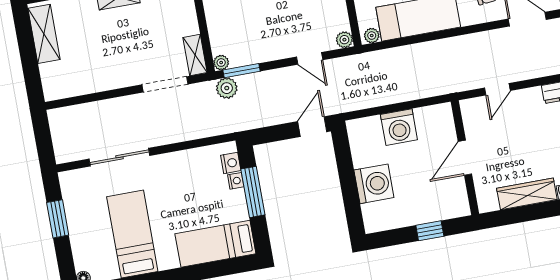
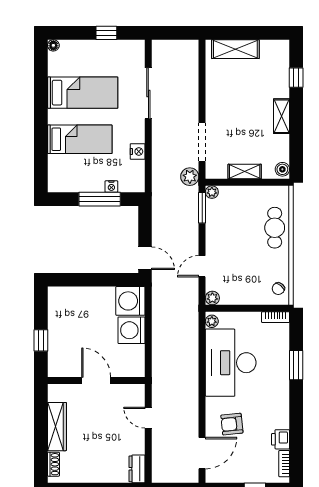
shelving: (44, 34) -> (235, 49), moved
shelving: (195, 55) -> (245, 172), moved
plant: (227, 88) -> (190, 177), moved
nightstand: (231, 163) -> (138, 151), moved, turned -90
washing machine: (374, 184) -> (130, 301), moved, turned 90
window: (58, 219) -> (106, 33), width x0.67
bed: (215, 244) -> (80, 139), moved, turned 90

